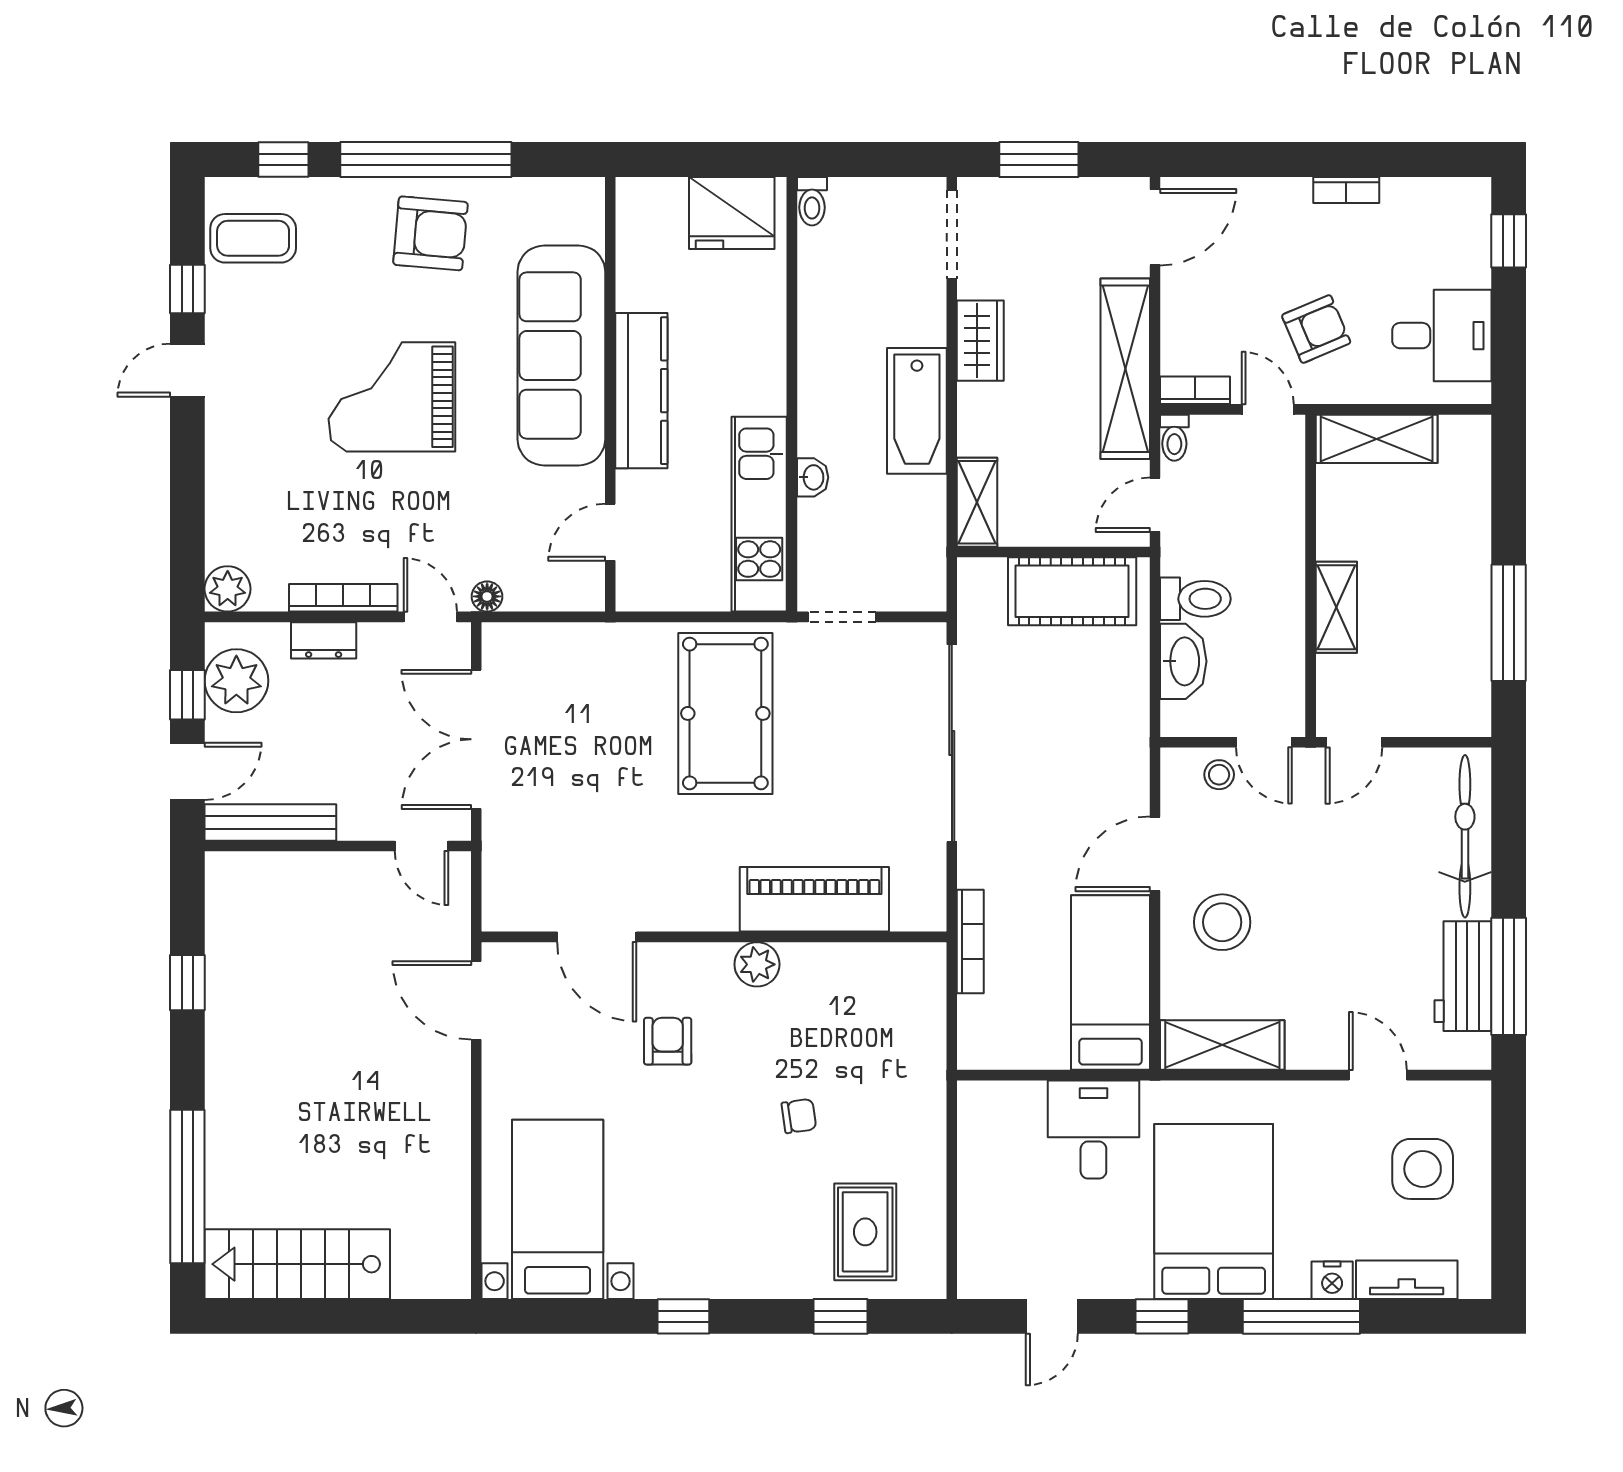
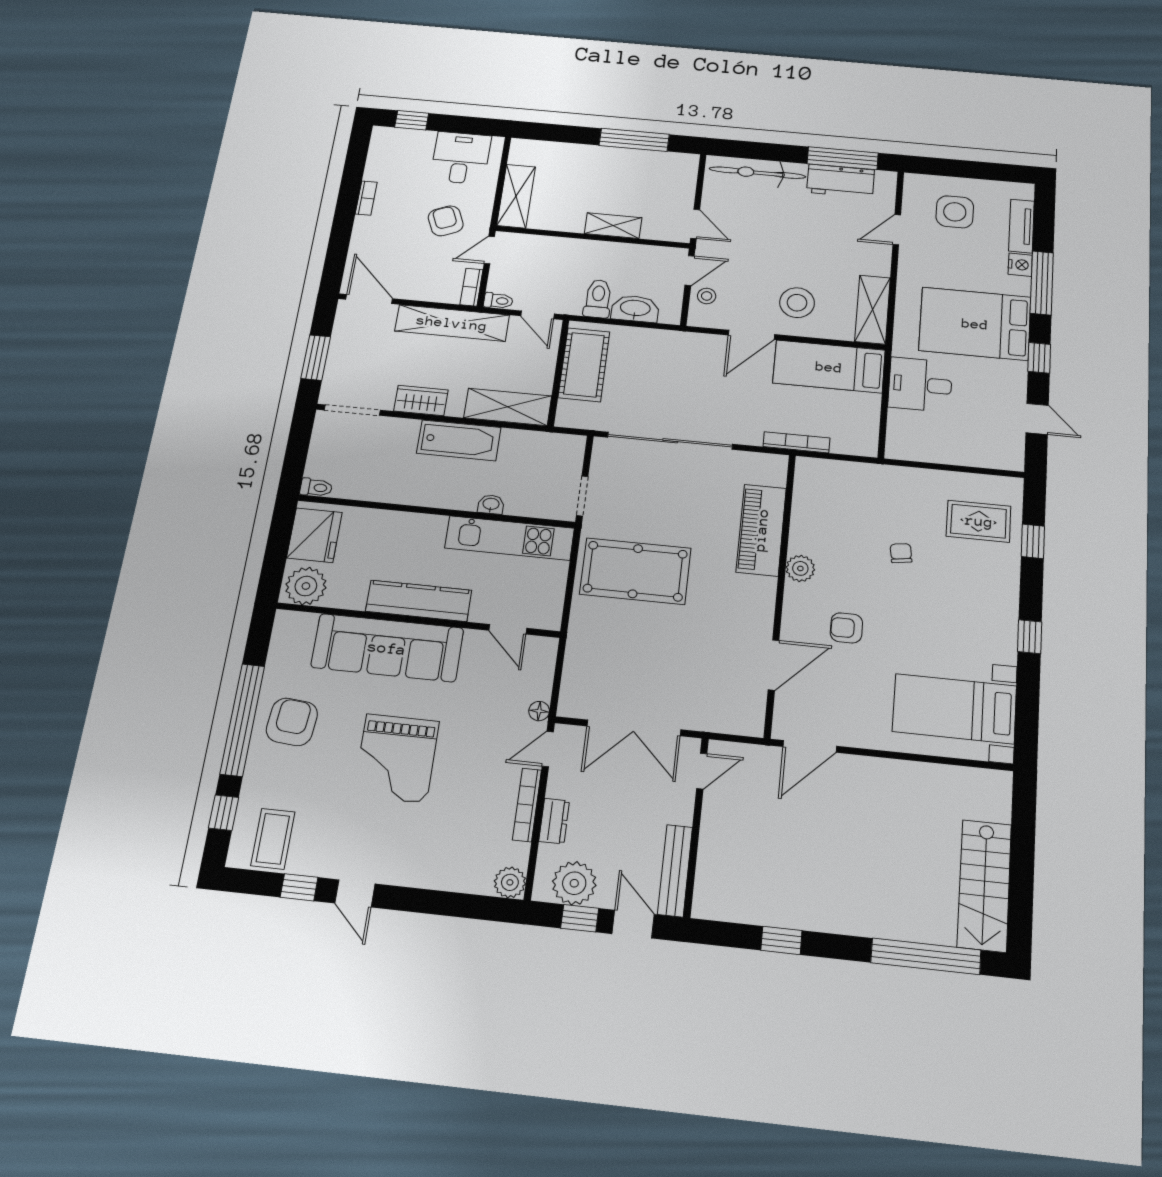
plant: (647, 215) -> (306, 586), added
shelving: (977, 502) -> (508, 407), width x1.50, depth x1.33
door: (1155, 854) -> (751, 335), hinge flipped

